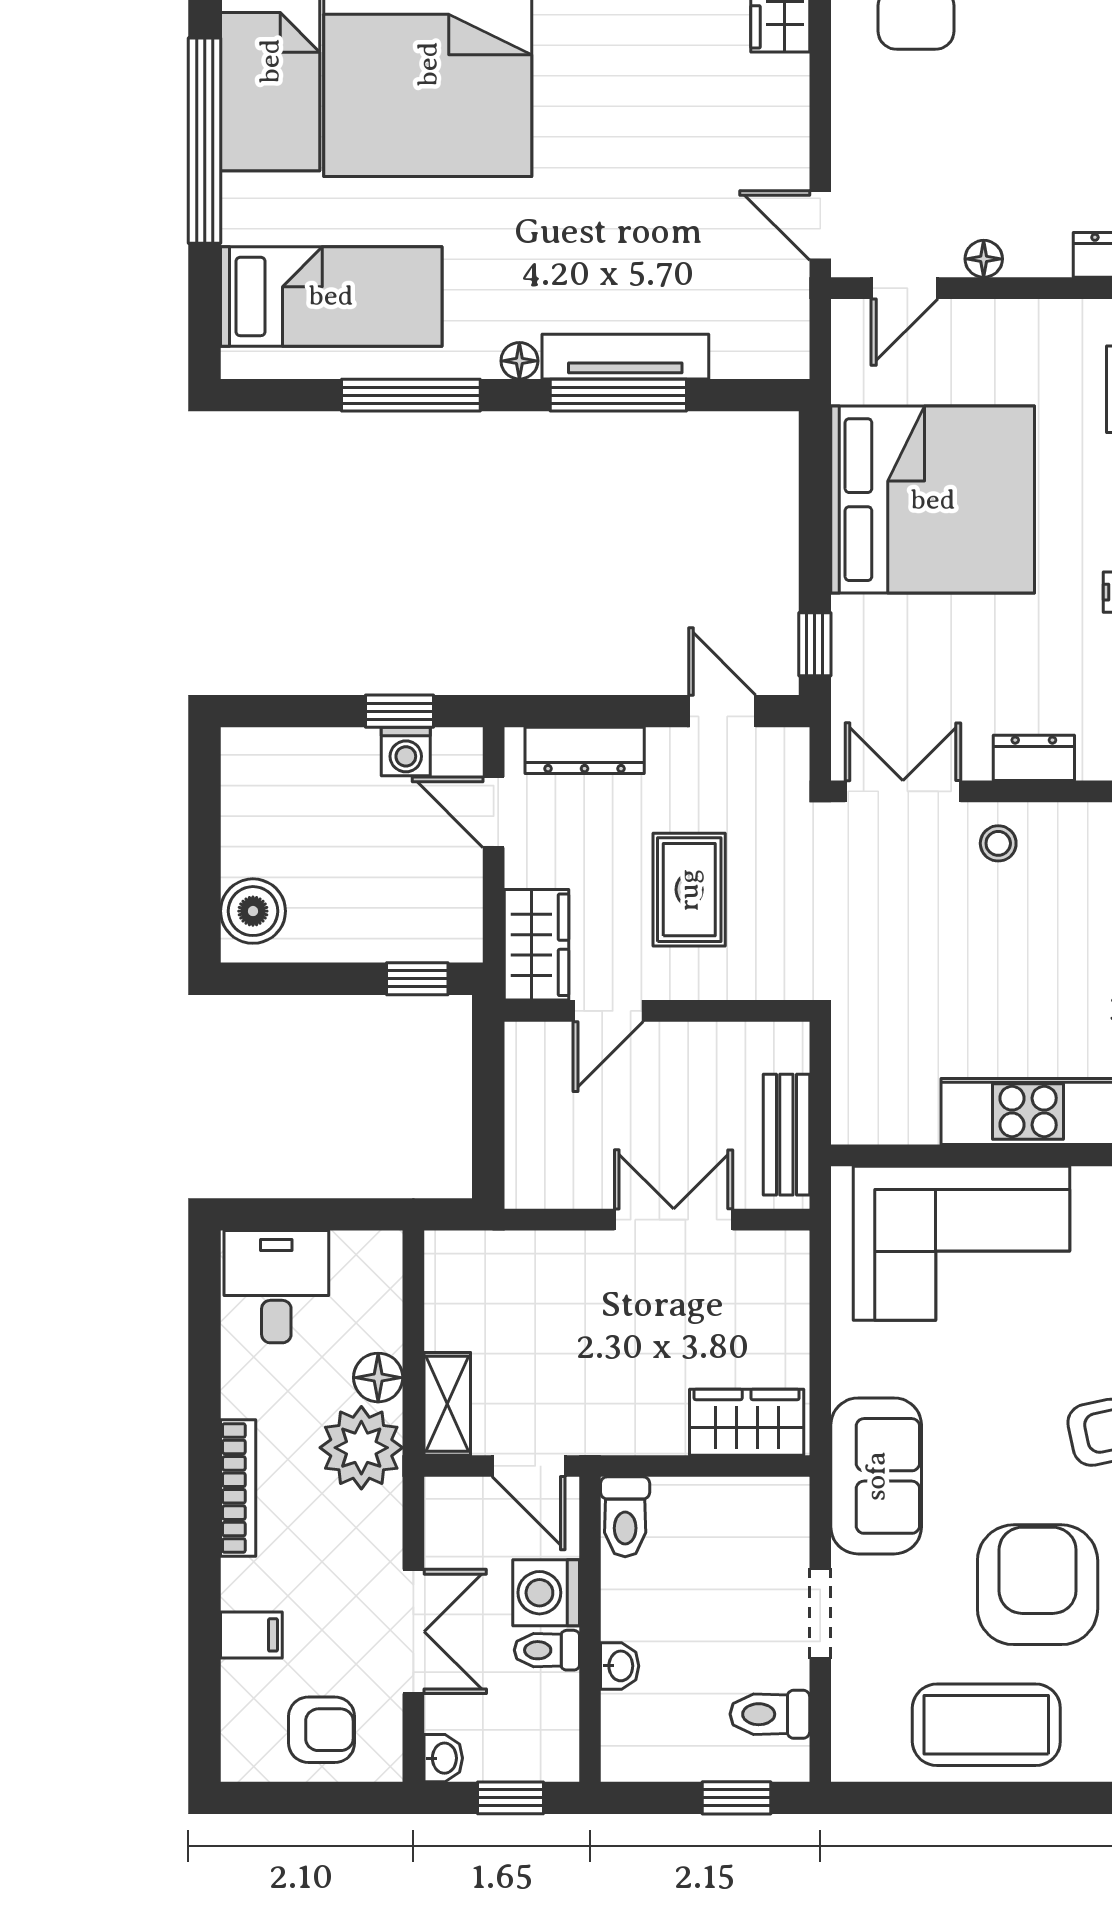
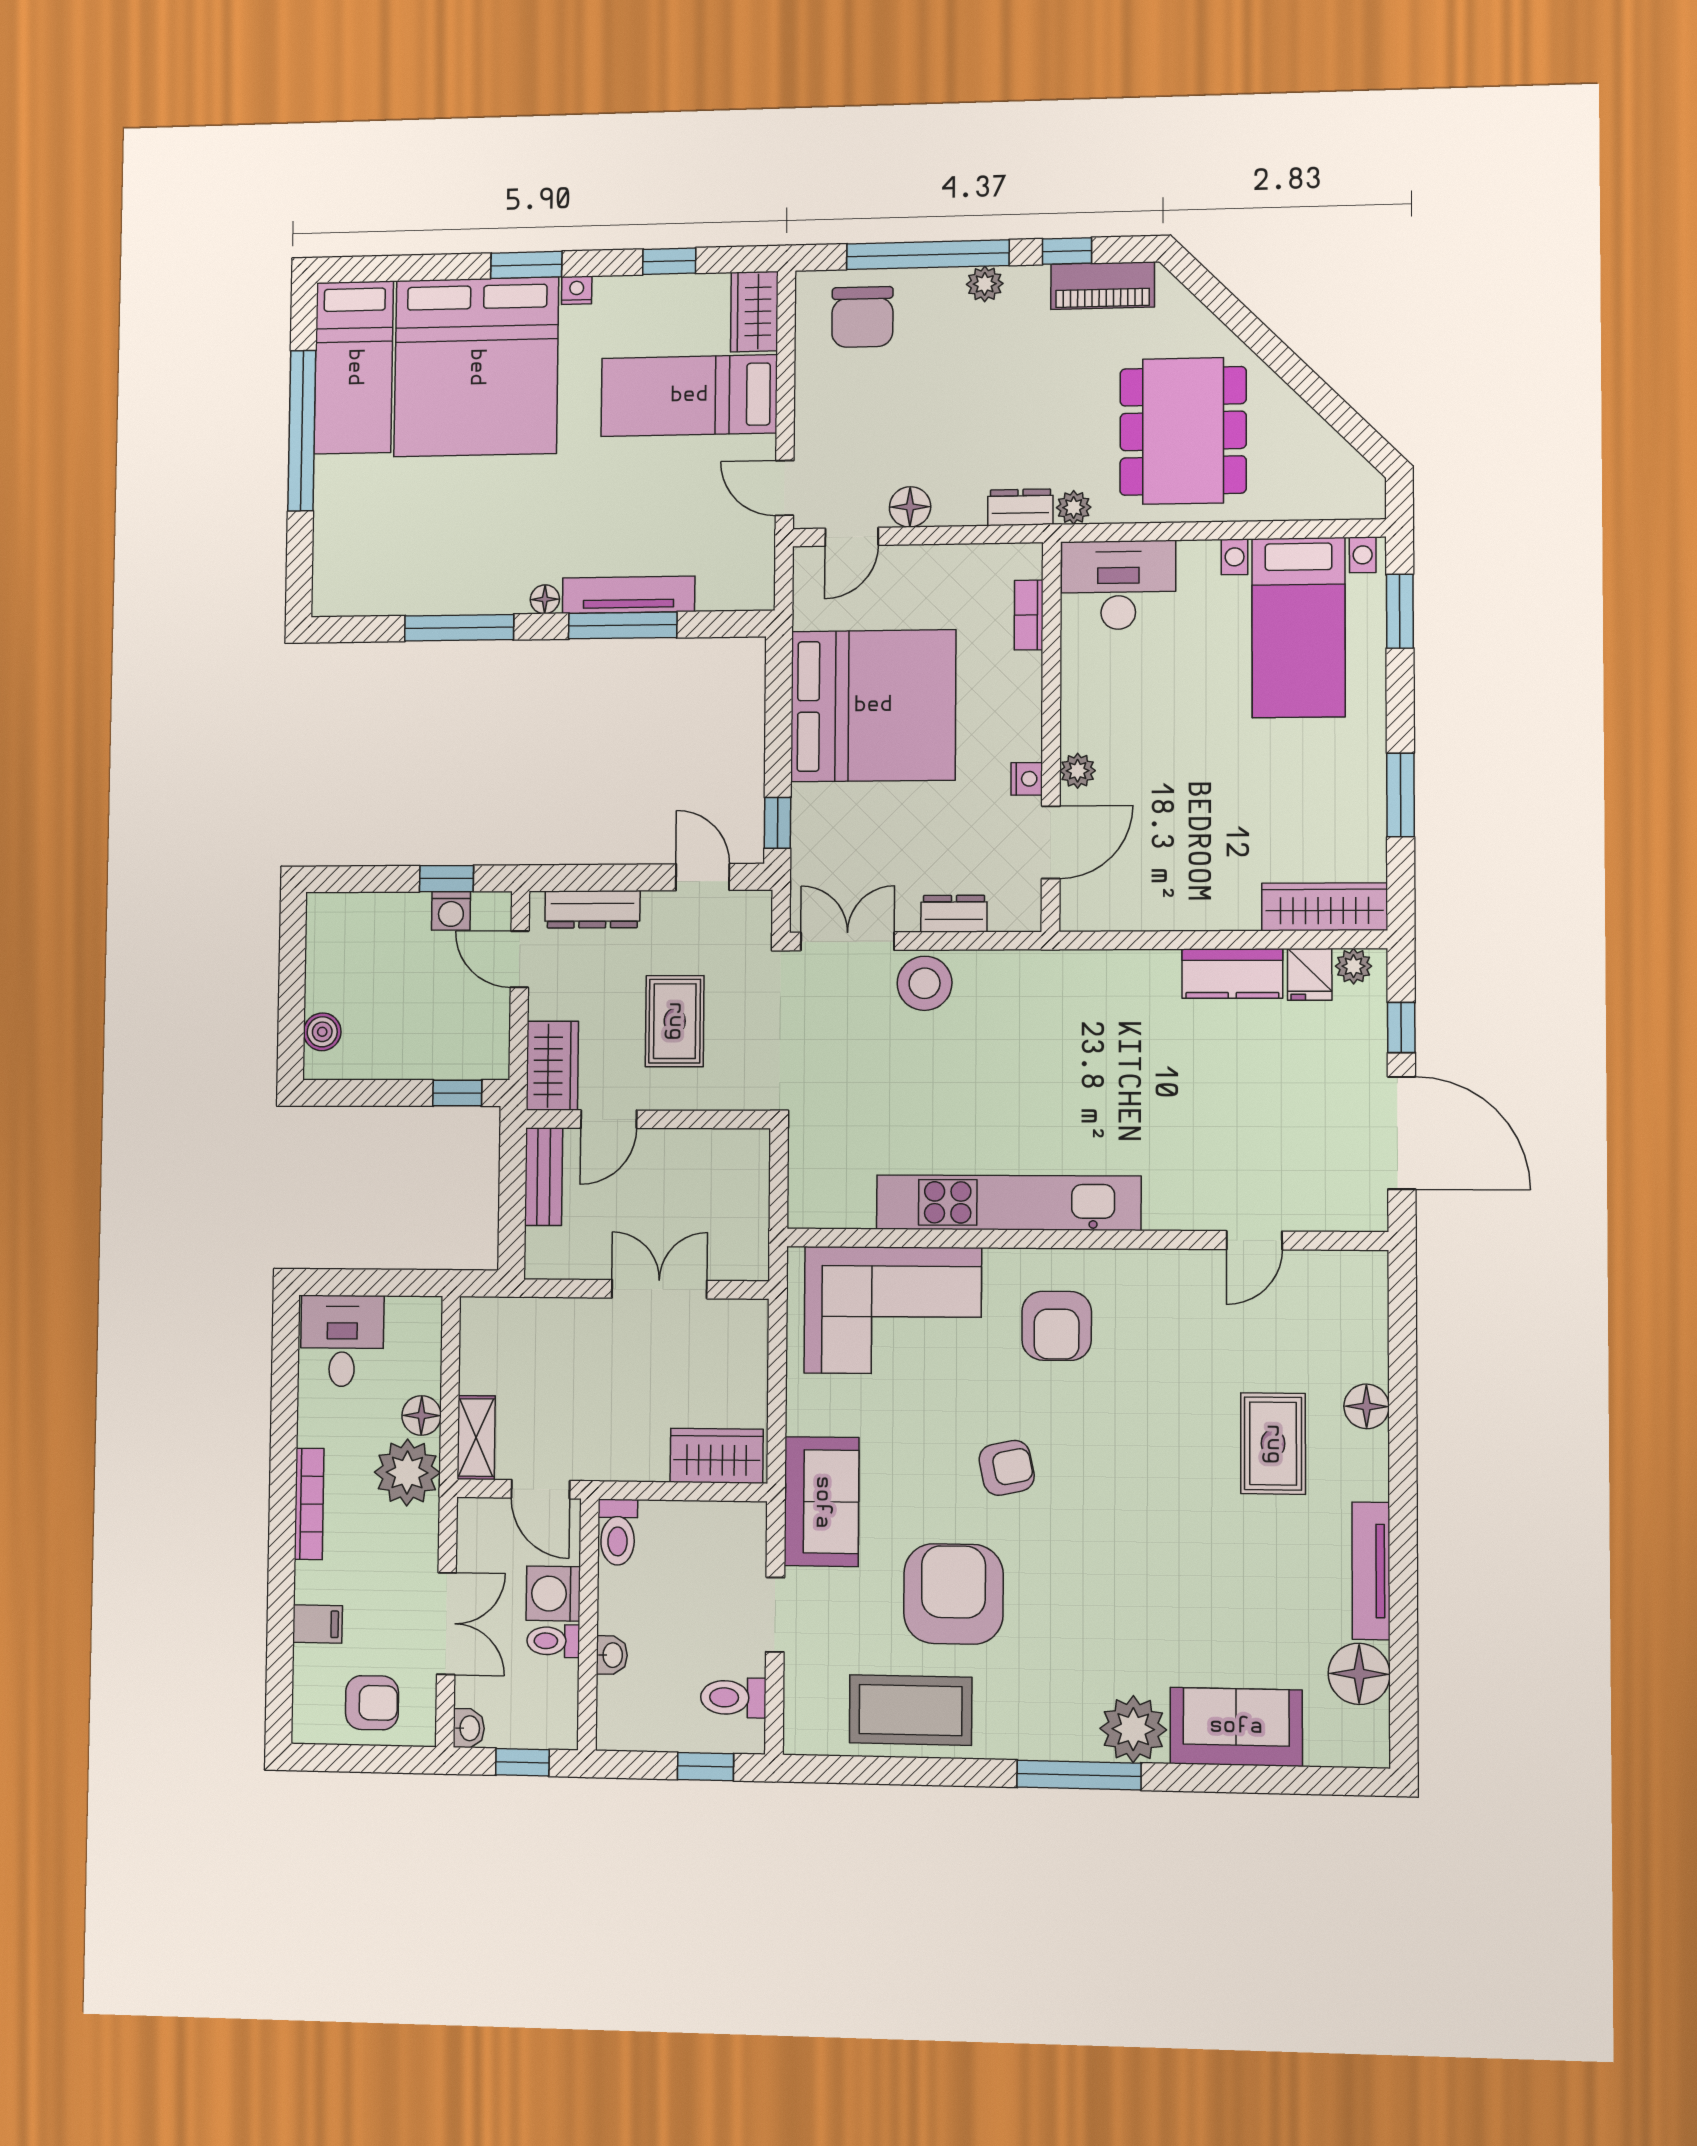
floor lamp: (984, 259) -> (910, 507), width x1.37, depth x1.37
bed: (331, 296) -> (689, 396), moved, turned 180
stool: (998, 843) -> (925, 983), width x1.89, depth x1.89
boiler: (253, 911) -> (322, 1032), width x0.73, depth x0.73
bench: (786, 1135) -> (544, 1177), moved

